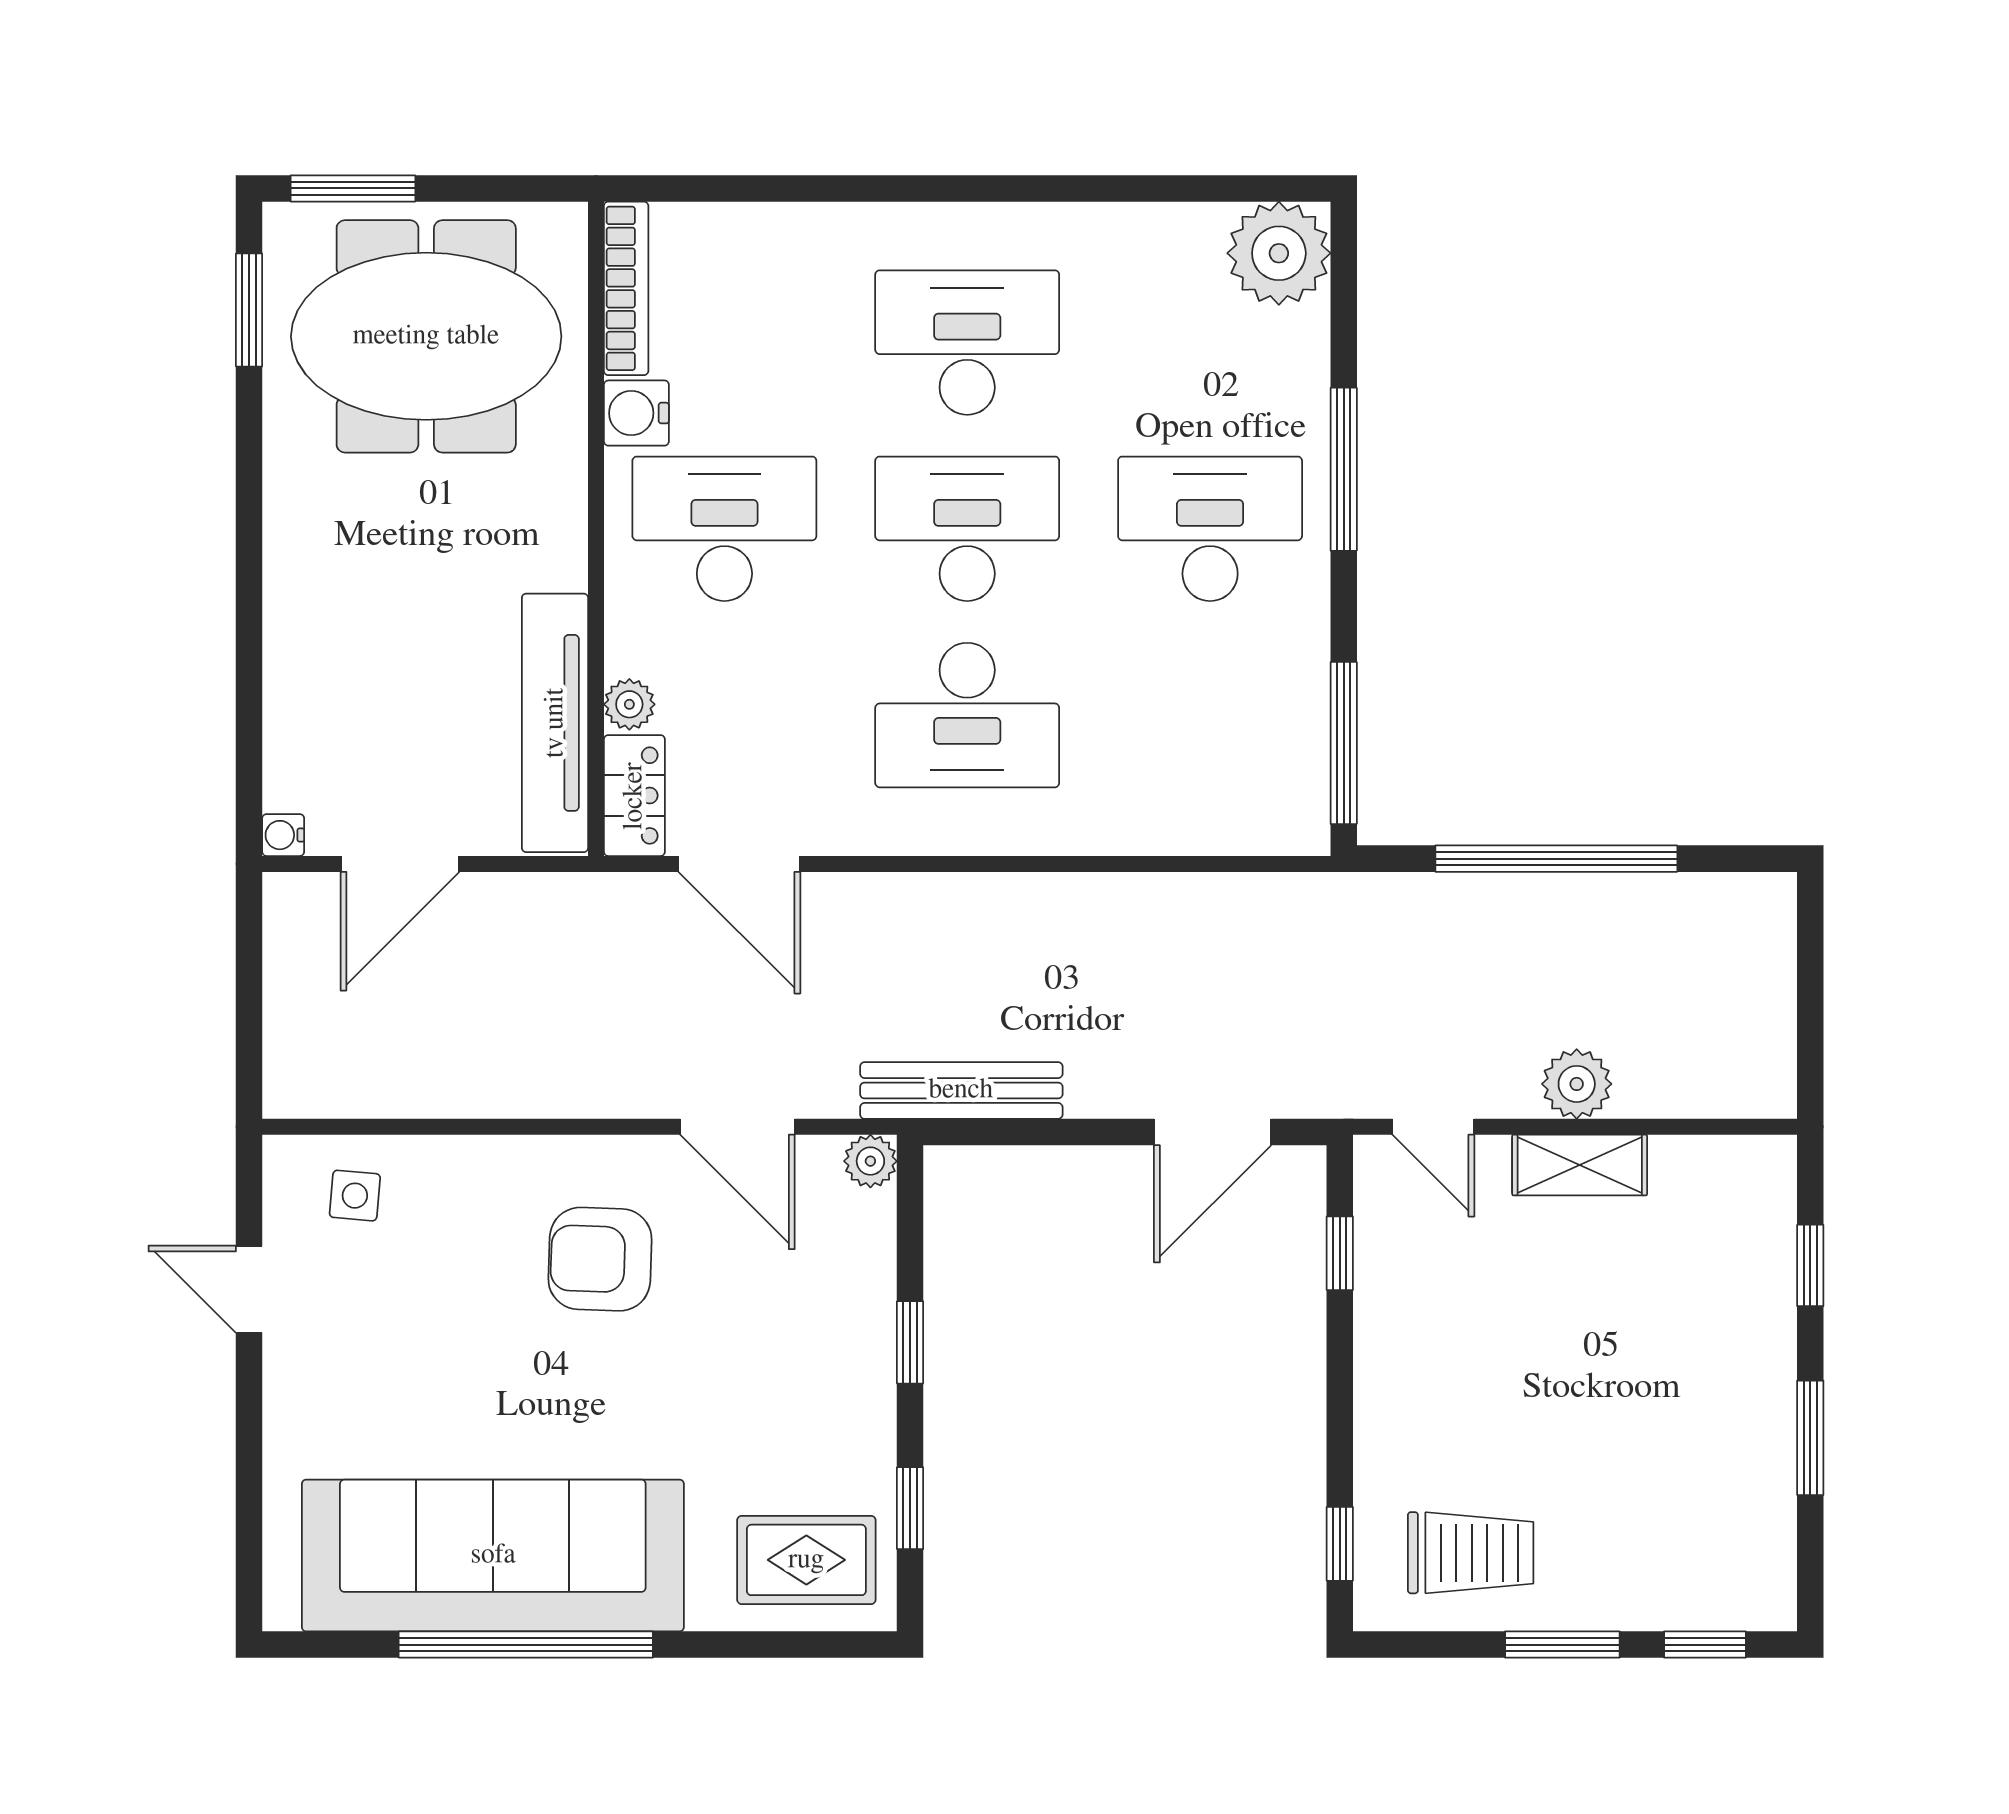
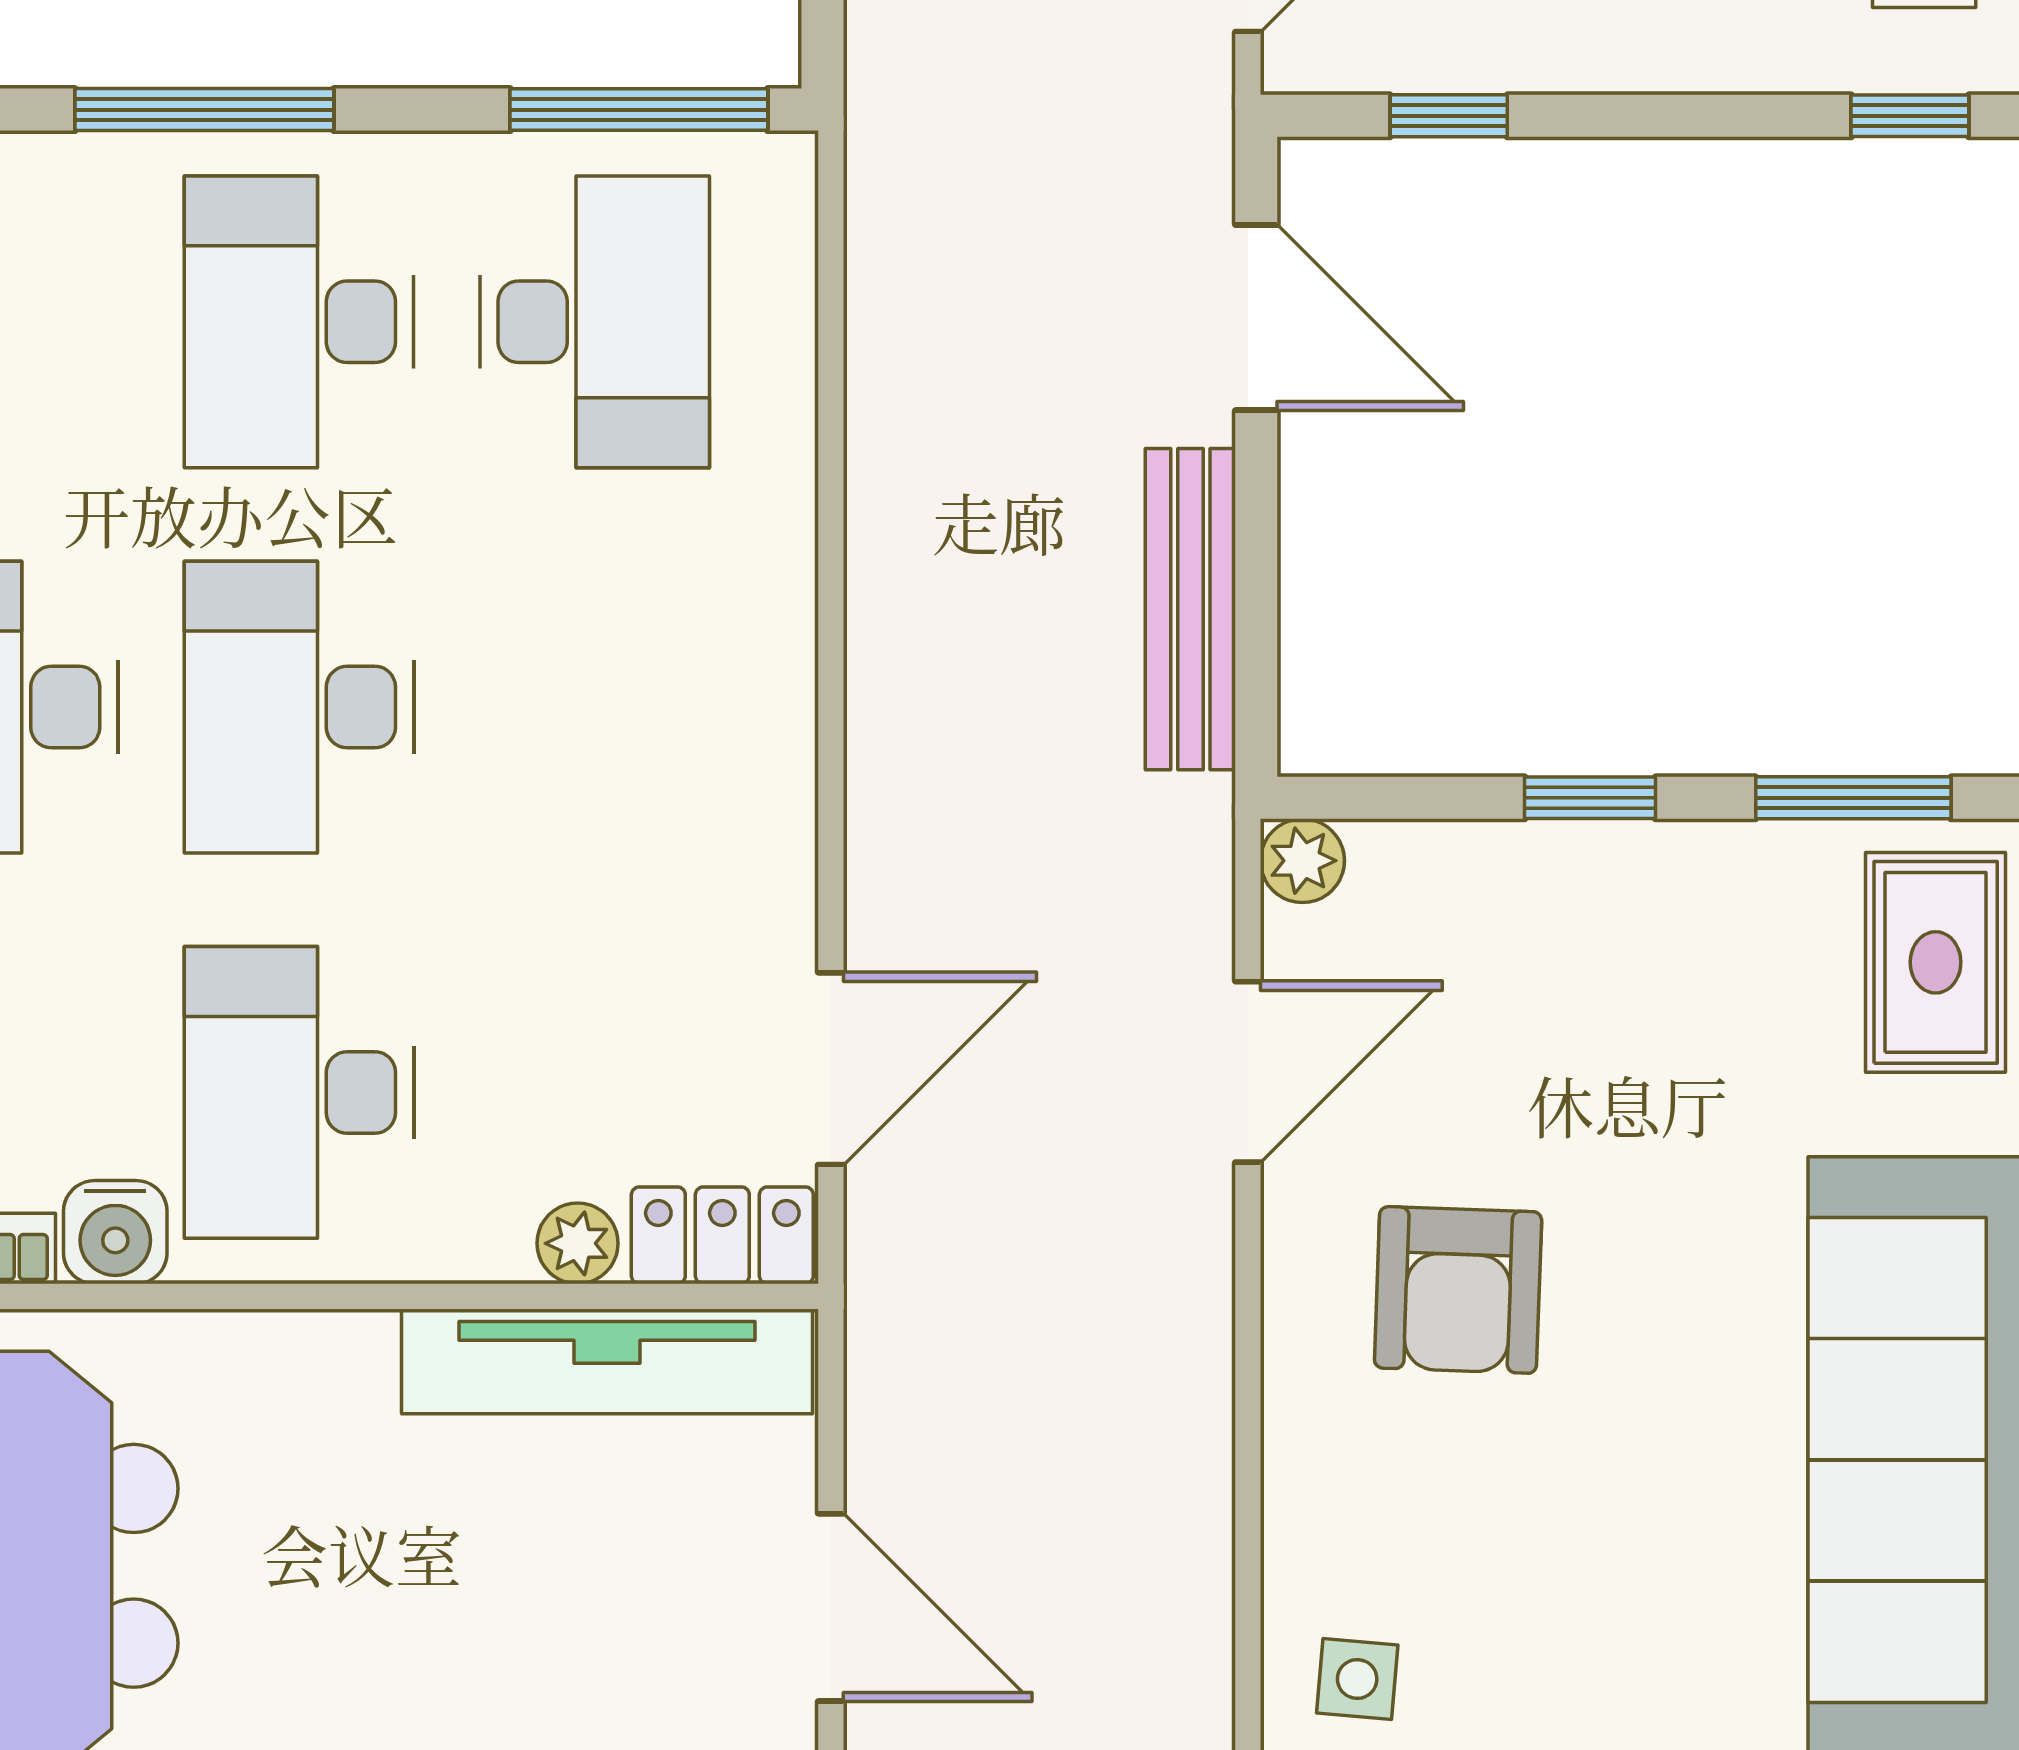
desk: (967, 715) -> (595, 322), moved
bench: (961, 1090) -> (1190, 609), moved
window: (910, 1508) -> (1853, 798), width x1.50

